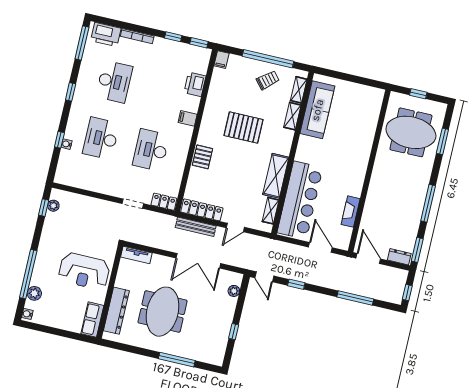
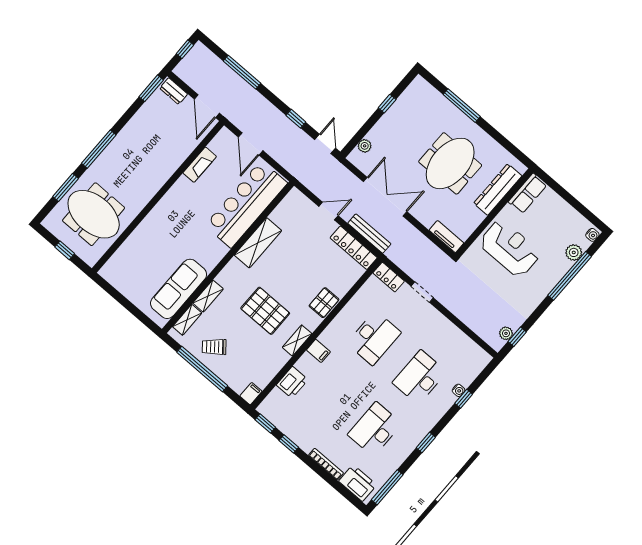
desk: (101, 138) -> (420, 377), turned 180
window: (428, 203) -> (99, 149), moved
shelving: (271, 211) -> (297, 341), moved

